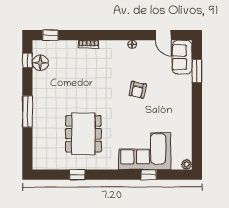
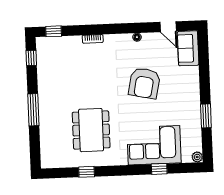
floor lamp: (40, 63) -> (44, 60), removed
window: (197, 71) -> (206, 116), moved
armchair: (138, 90) -> (144, 83), width x1.88, depth x1.88

